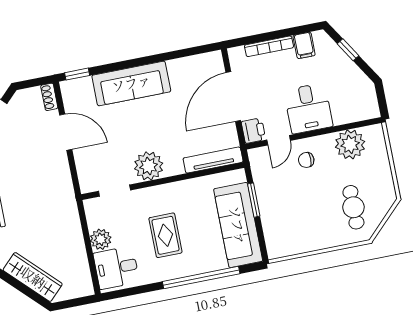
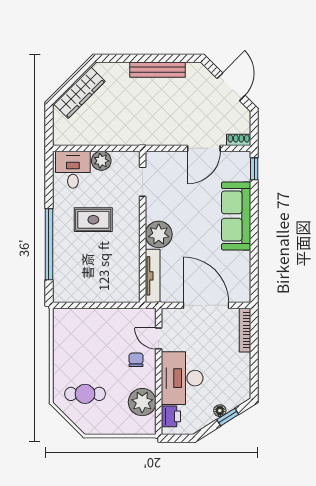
filing cabinet: (304, 45) -> (239, 378), removed
bookcase: (269, 46) -> (245, 330), moved
floor lamp: (343, 60) -> (220, 411), added
desk: (308, 108) -> (182, 378), width x1.37
printer: (253, 131) -> (171, 416), moved, turned -90
plant: (149, 166) -> (159, 234), moved
window: (254, 200) -> (109, 305), removed
sofa: (238, 225) -> (90, 287), removed

